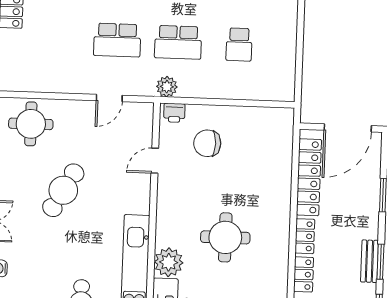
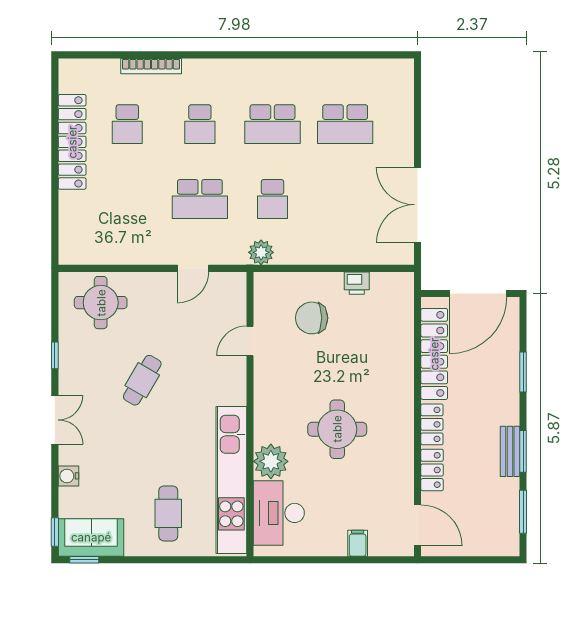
school desk: (178, 42) -> (273, 199), width x0.54
school desk: (239, 45) -> (345, 199), removed
double door: (300, 52) -> (417, 205), added
printer: (174, 113) -> (357, 283), moved
cafe table: (63, 190) -> (142, 380), width x0.73, depth x0.74

